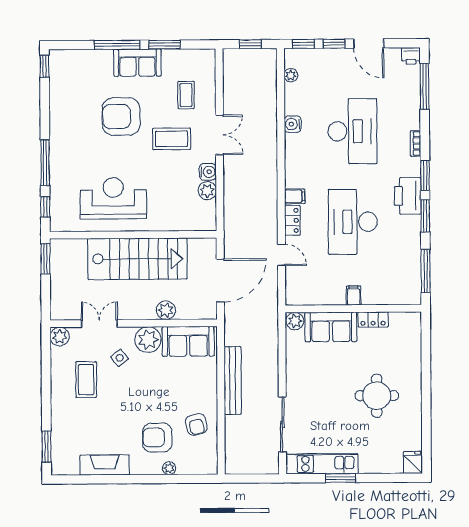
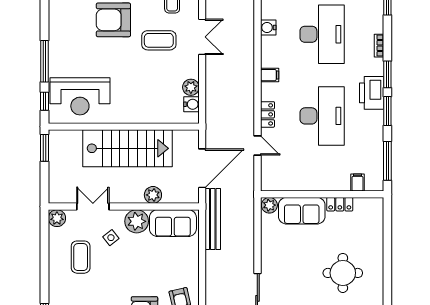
water cooler: (208, 172) -> (191, 104), moved
filing cabinet: (295, 196) -> (270, 75), moved
reception desk: (113, 198) -> (80, 96), moved, turned 180
desk: (353, 222) -> (322, 116), turned 180
filing cabinet: (354, 295) -> (357, 182), moved
bench: (233, 380) -> (213, 219), moved

